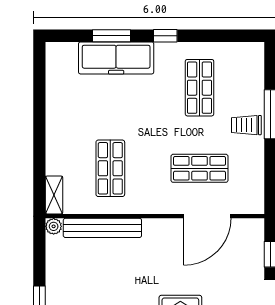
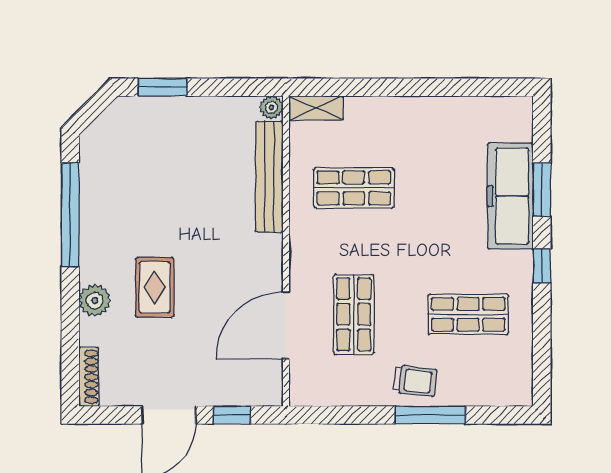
trolley: (246, 125) -> (415, 381), turned 97
door: (207, 216) -> (286, 325), hinge flipped

